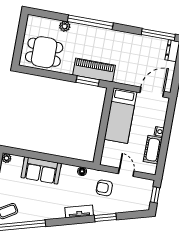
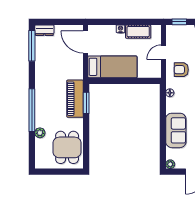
armchair: (104, 188) -> (181, 70), turned 90

